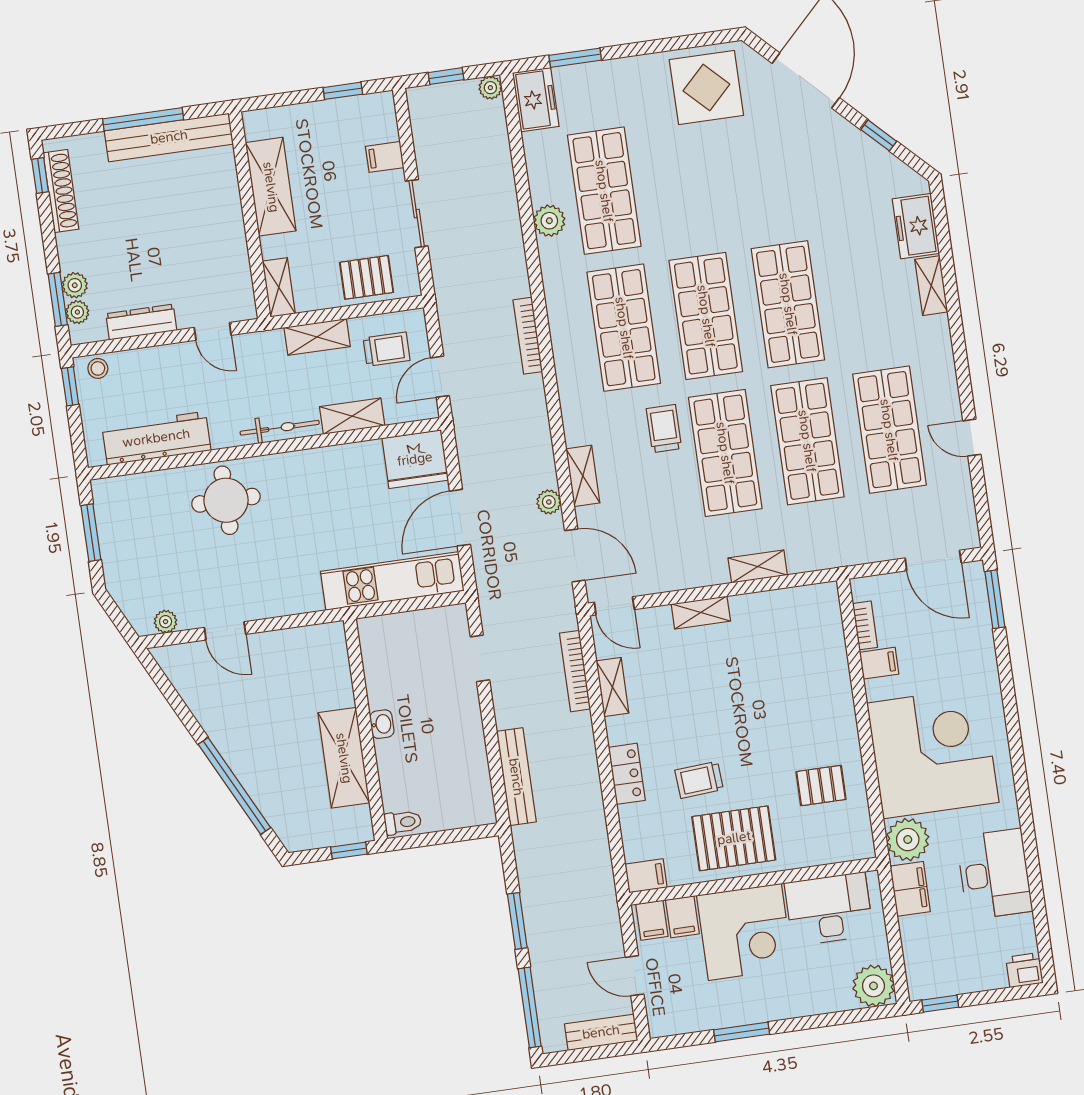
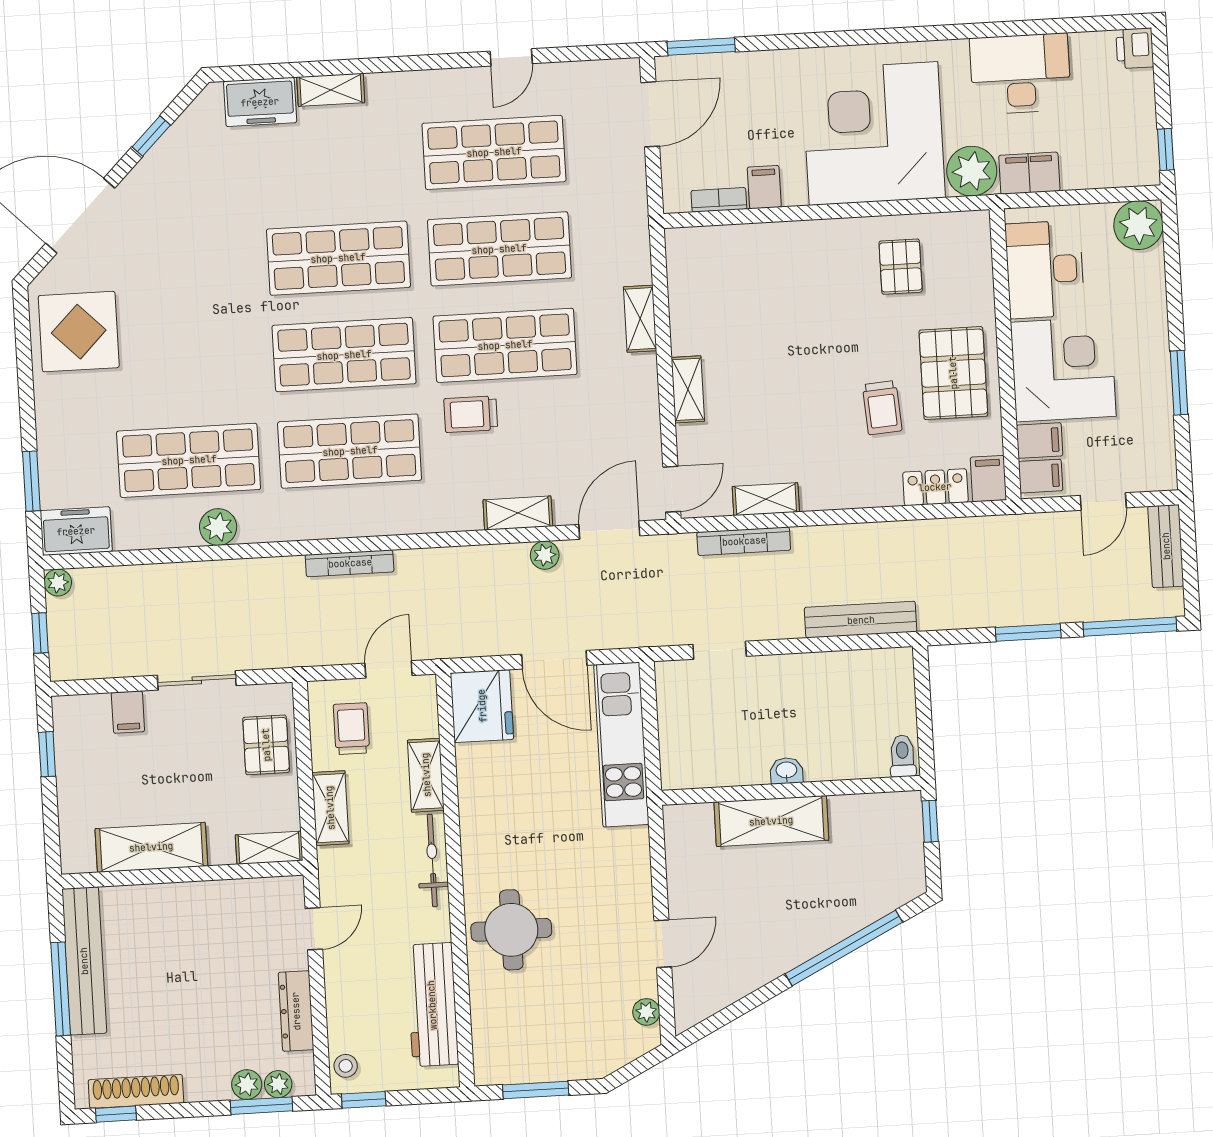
door: (440, 377) -> (389, 669), swing flipped
shelving: (344, 758) -> (771, 821), moved
locker: (627, 774) -> (935, 487), moved

